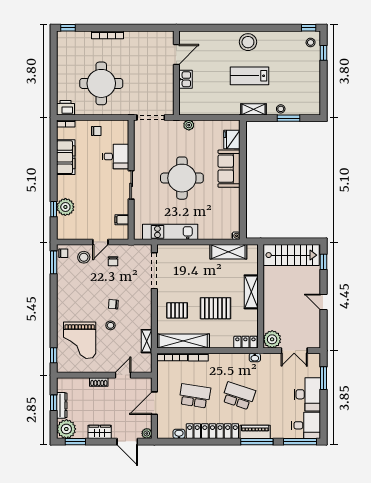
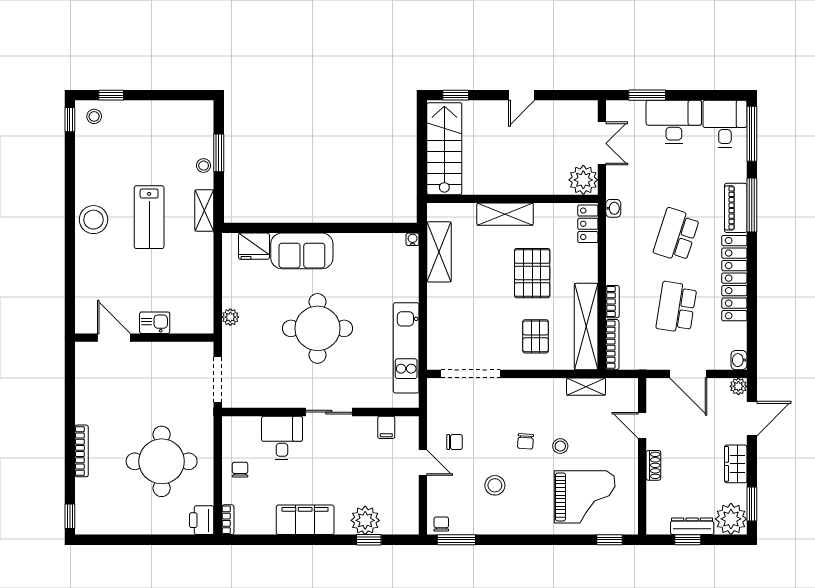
filing cabinet: (66, 157) -> (305, 520), moved
stool: (84, 257) -> (495, 485), moved
washbasin: (179, 434) -> (739, 360), moved

